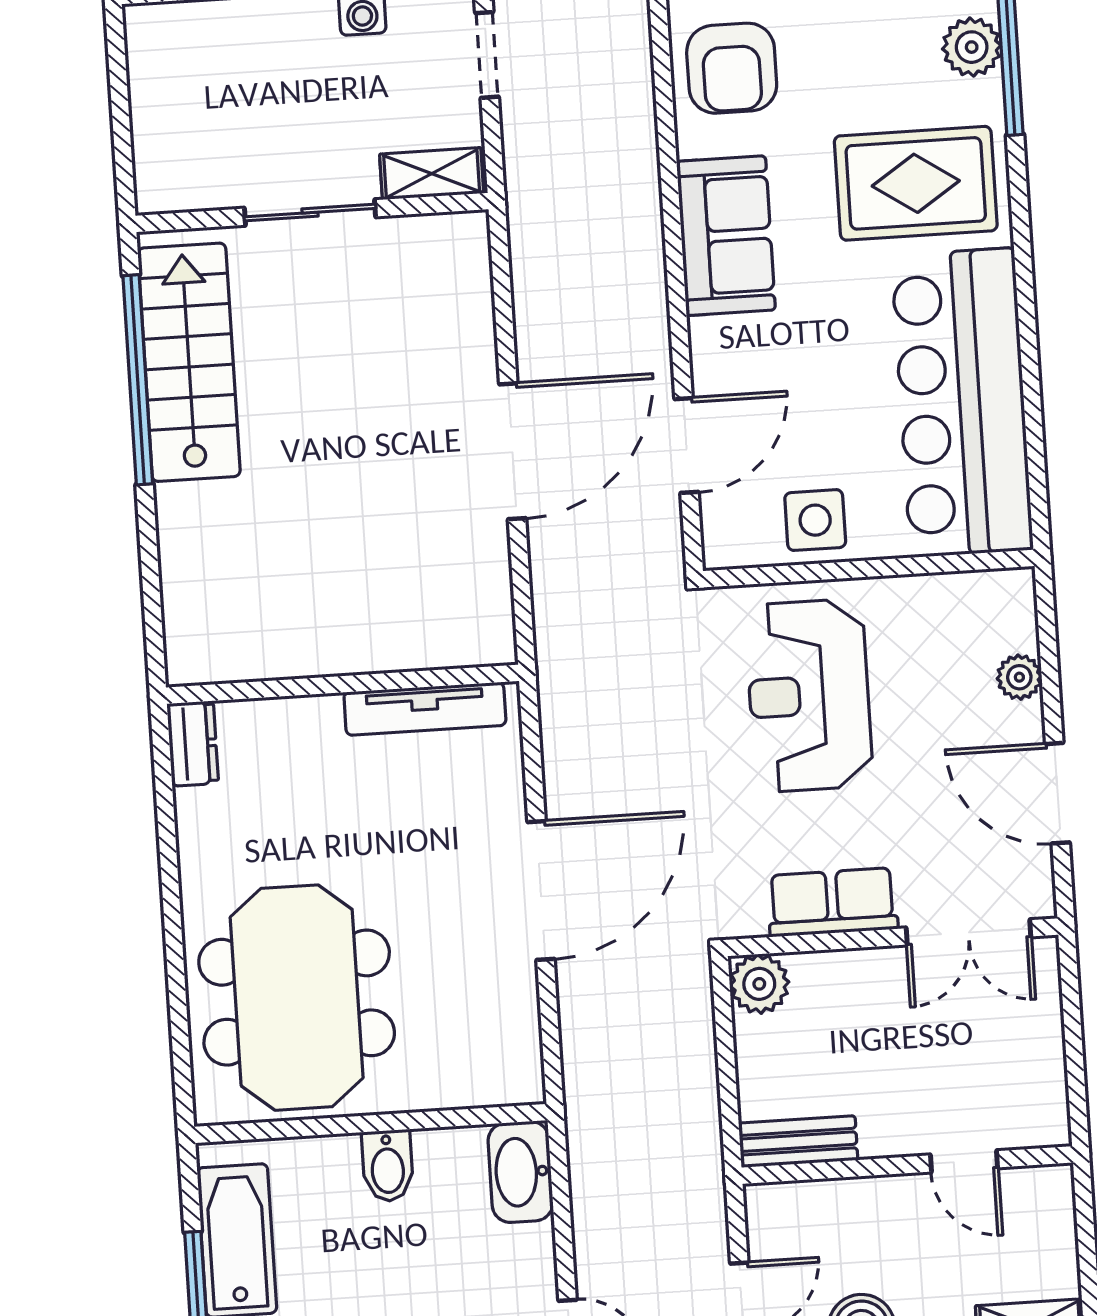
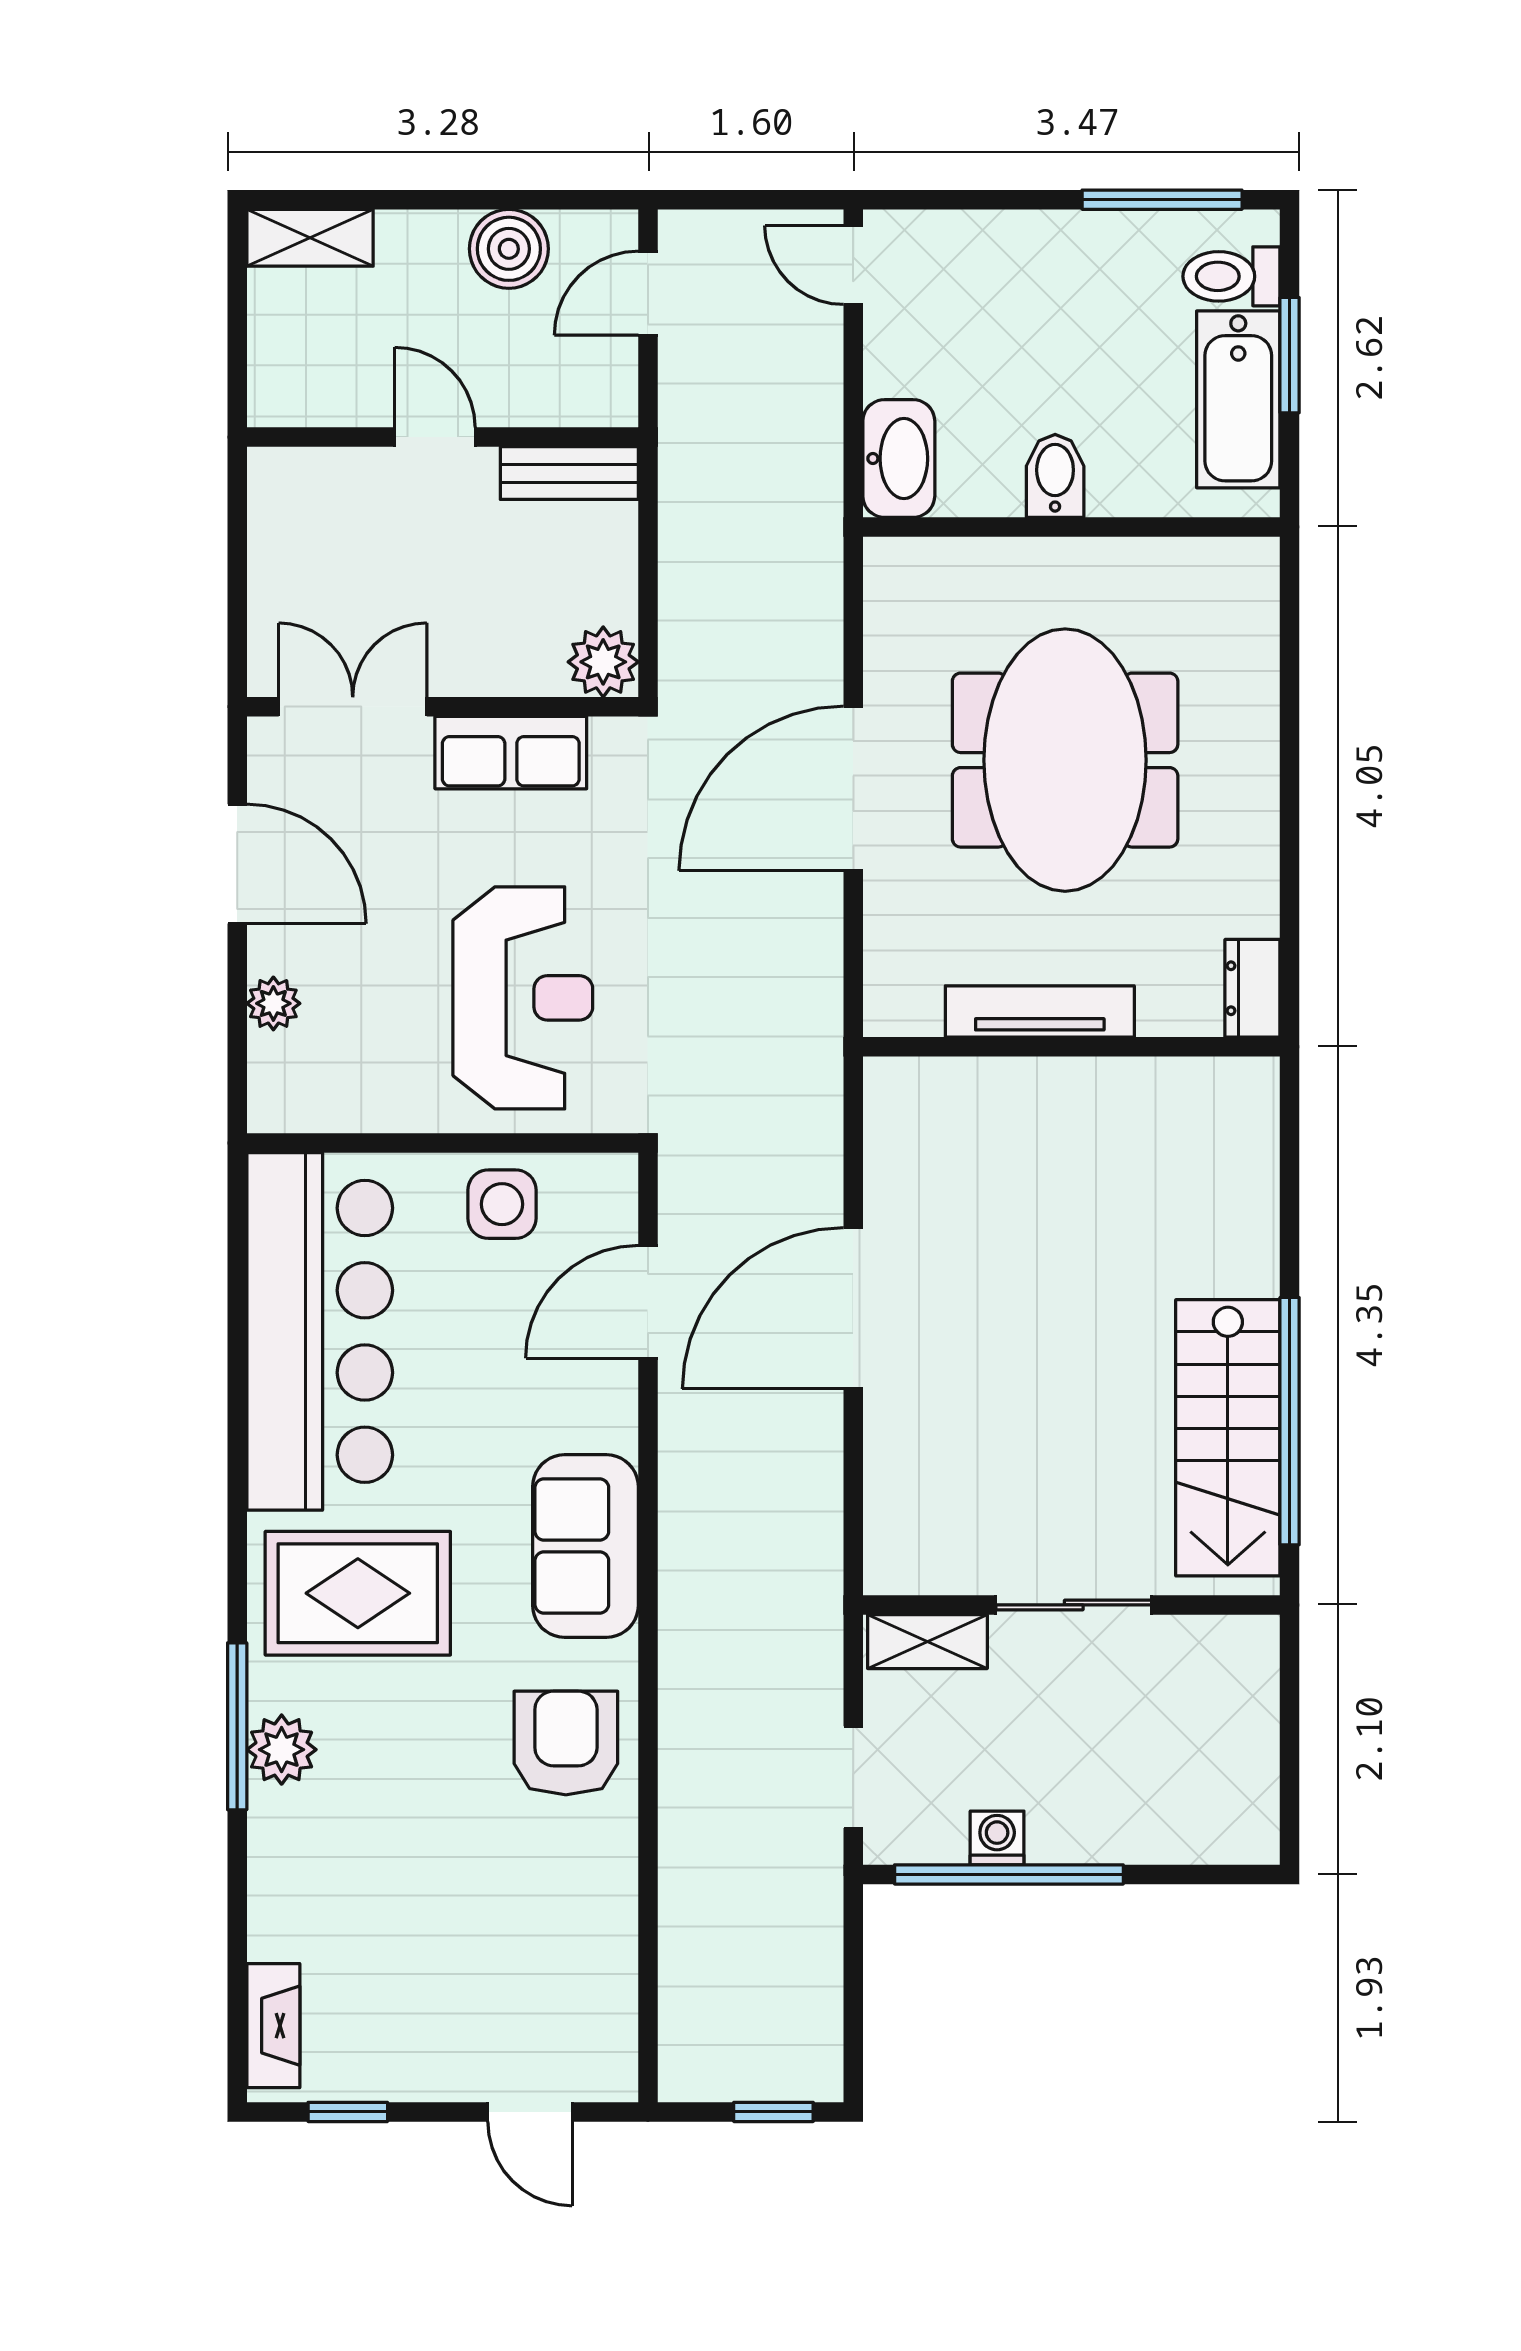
tv unit: (425, 709) -> (1040, 1011), moved
meeting table: (297, 998) -> (1065, 760), moved
door: (964, 1161) -> (435, 437), moved

